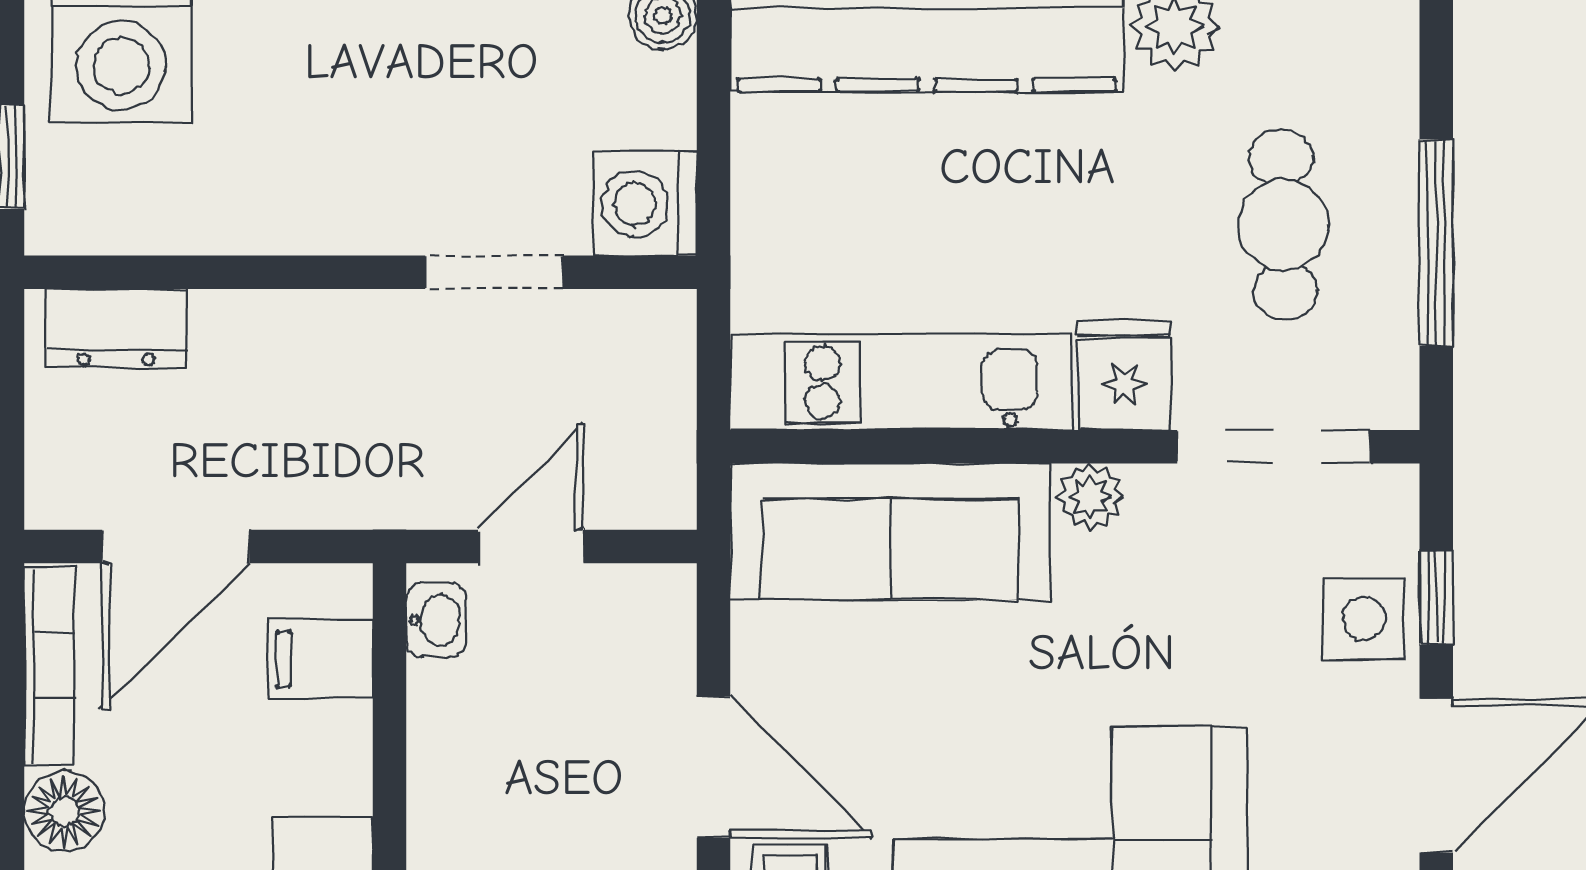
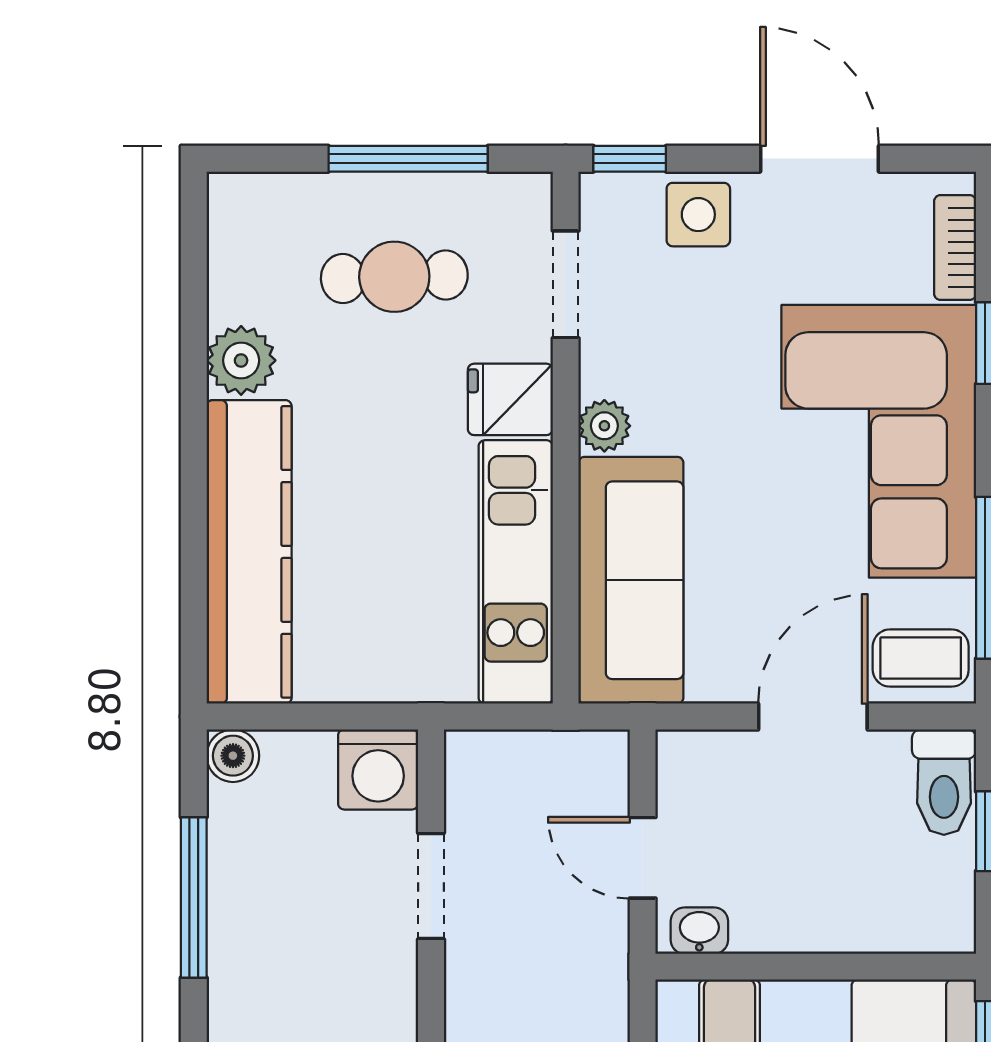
doorway: (1273, 447) -> (566, 284), width x0.73
window: (1436, 598) -> (630, 159), moved

